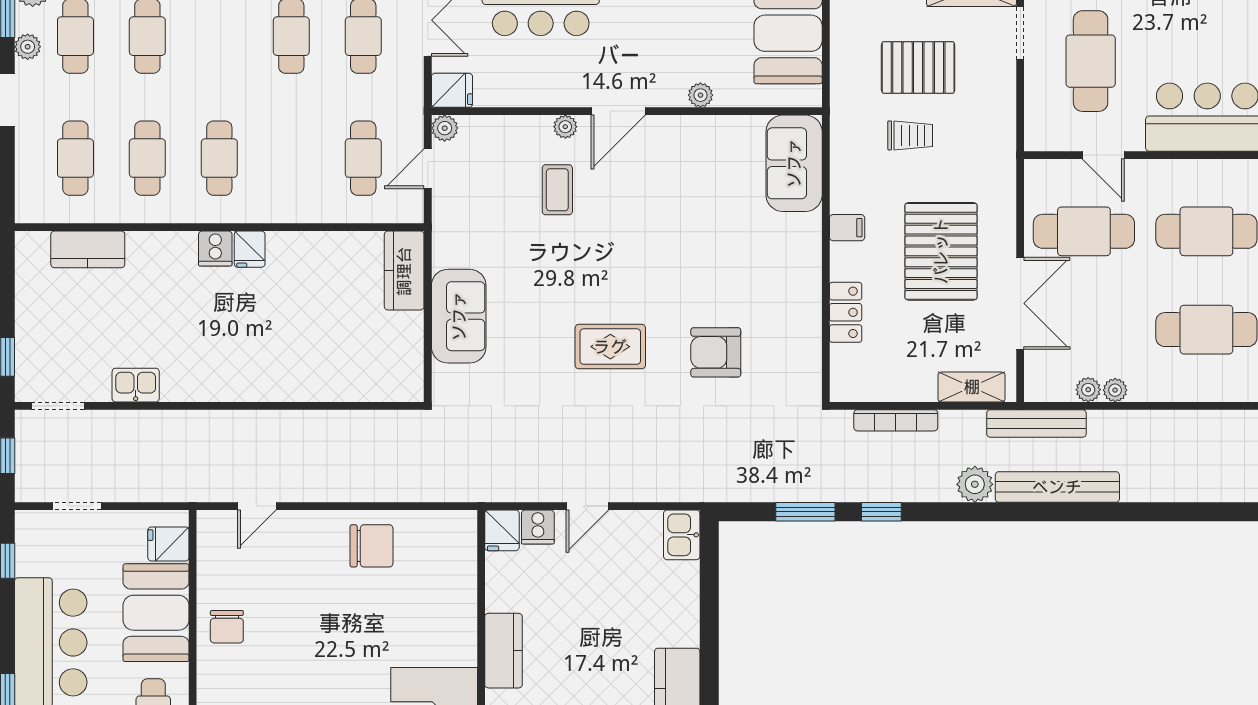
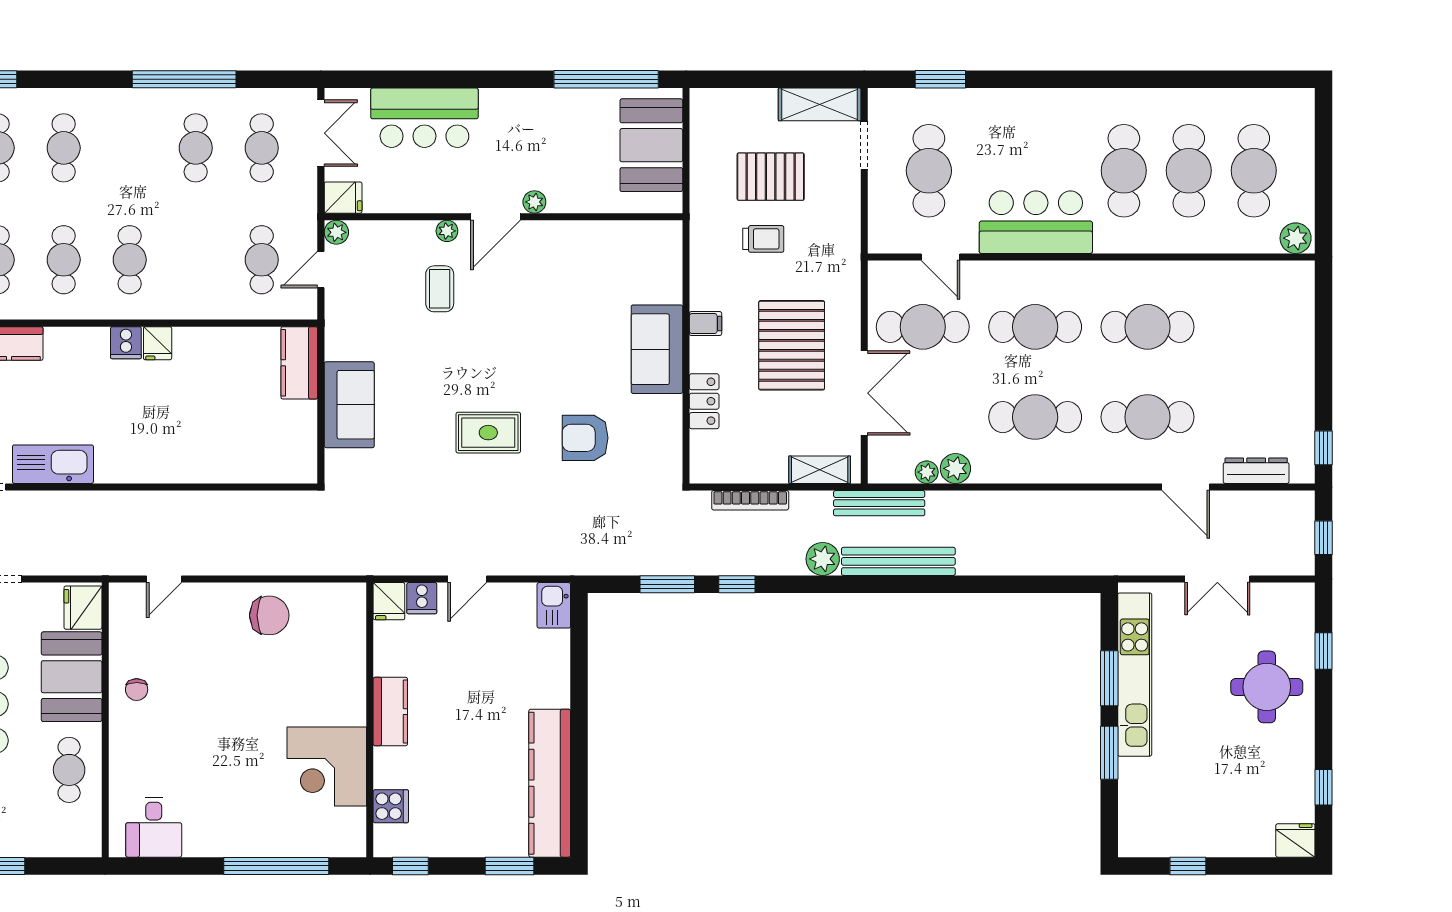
plant: (700, 95) -> (534, 202), moved
sofa: (794, 163) -> (657, 349), moved
kitchen sink: (136, 385) -> (53, 464), width x1.88, depth x1.24
plant: (1115, 390) -> (955, 468), width x1.38, depth x1.38
fridge: (168, 544) -> (83, 608), width x1.38
chair: (227, 627) -> (137, 690), width x0.73, depth x0.73

